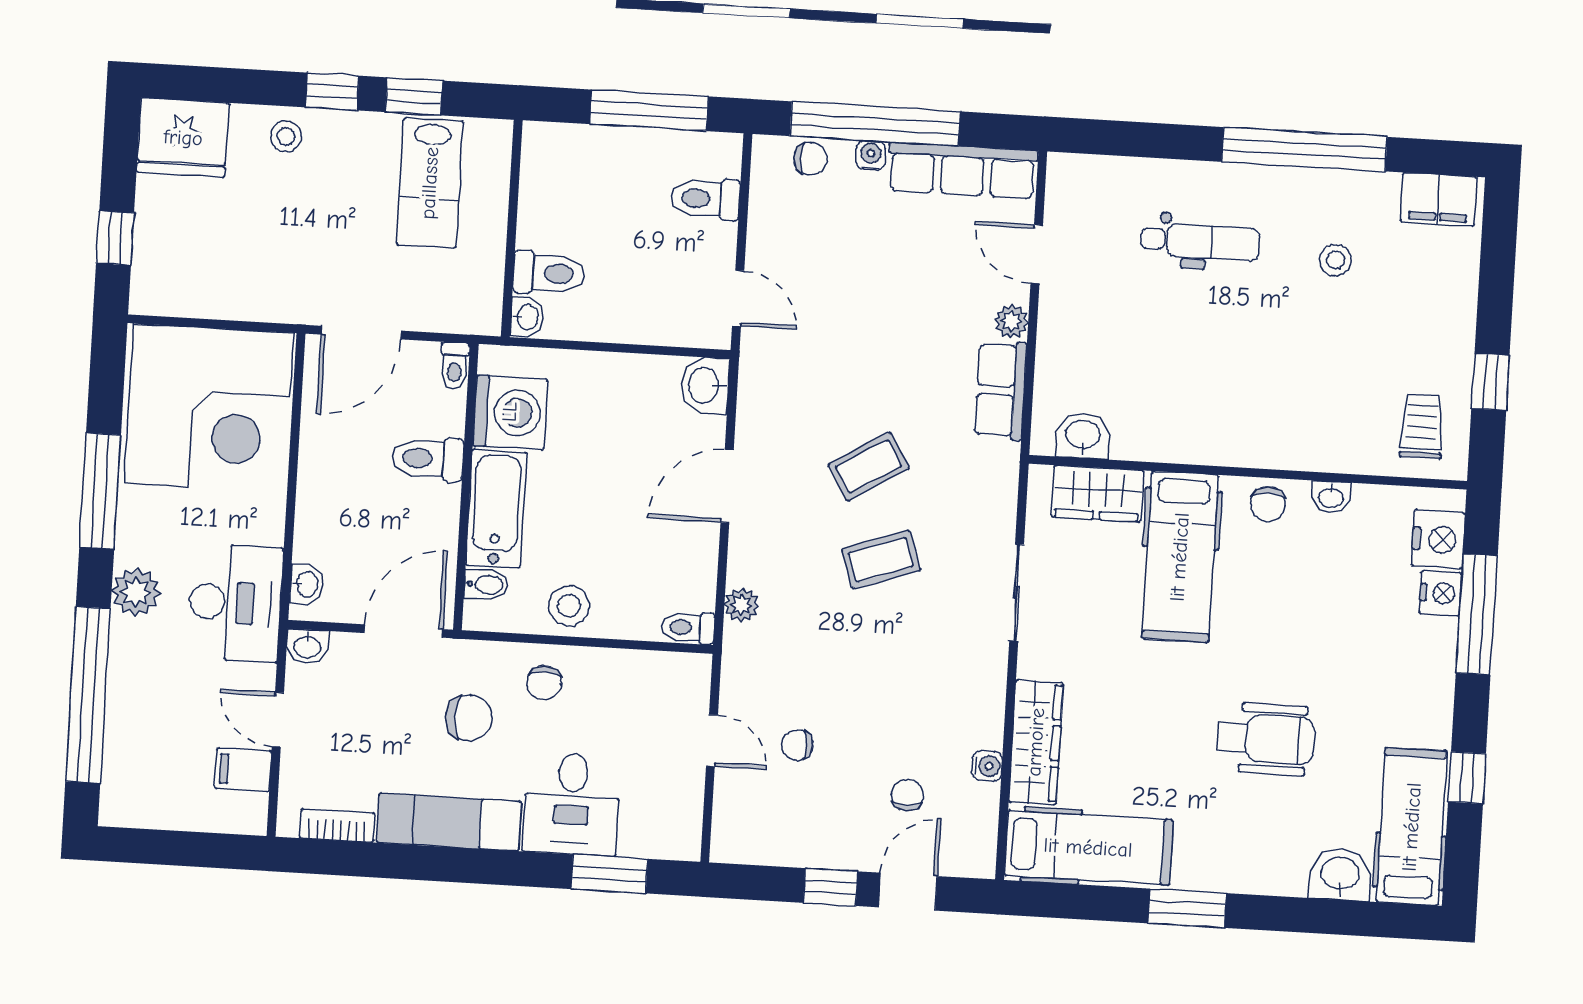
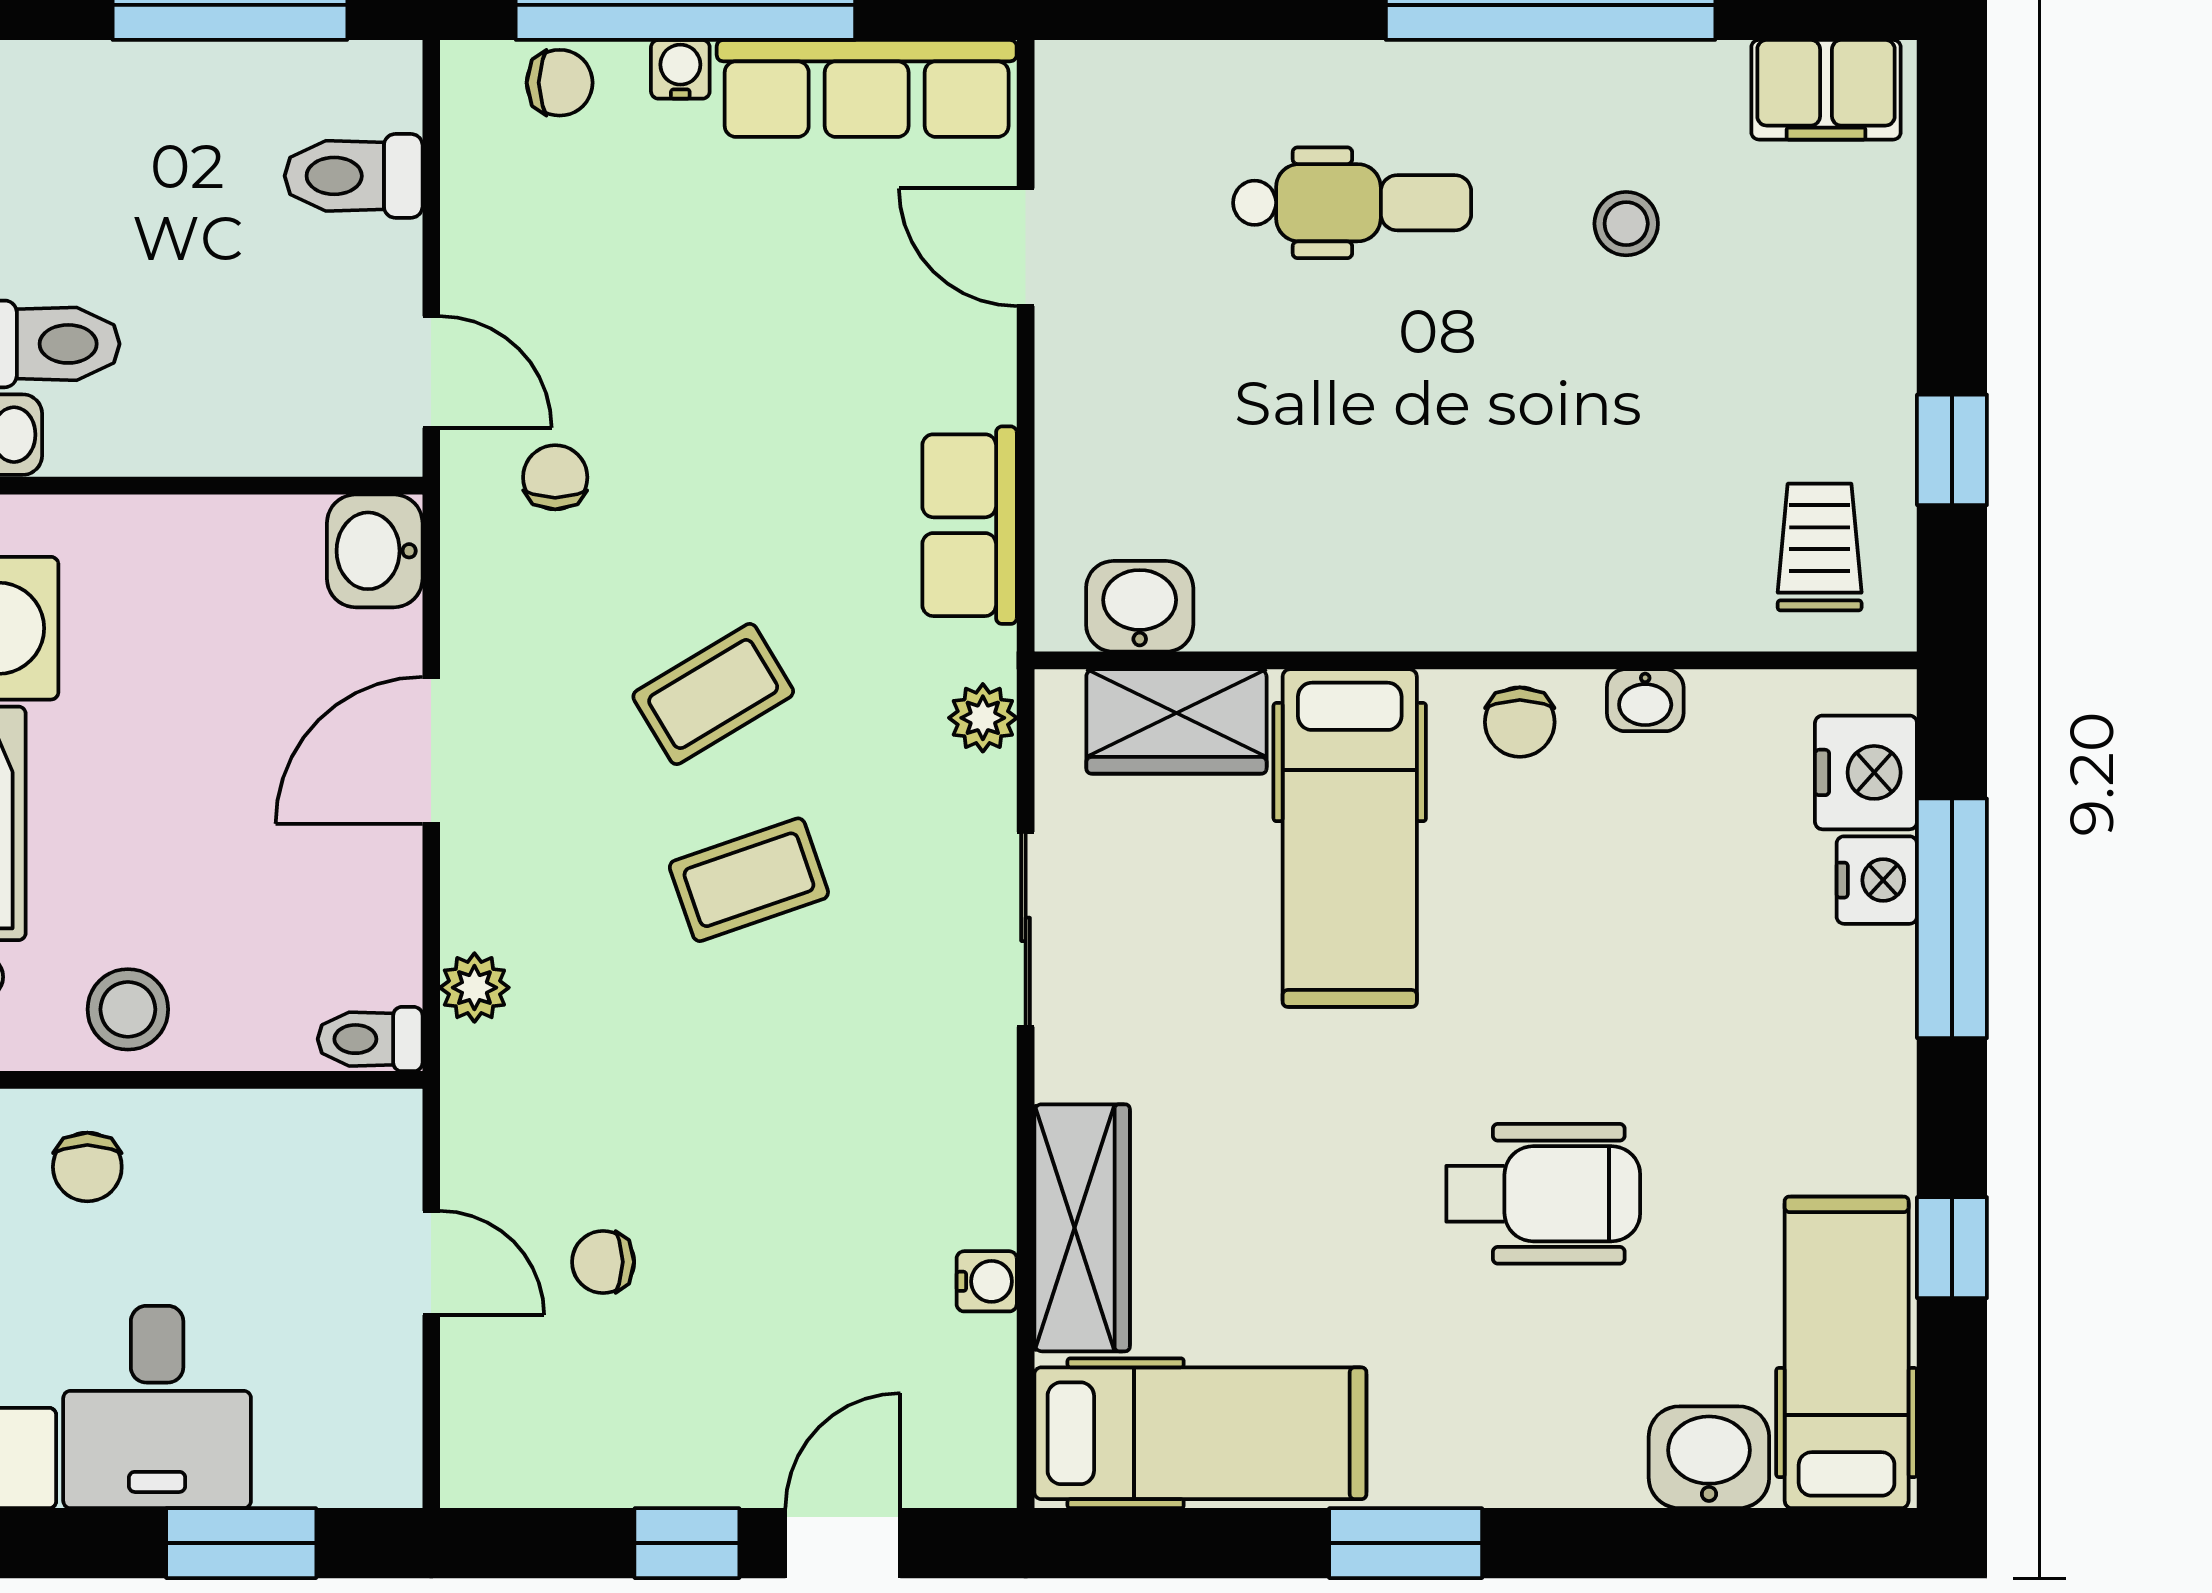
plant: (1011, 321) -> (983, 718), moved
chair: (907, 795) -> (555, 477), moved

